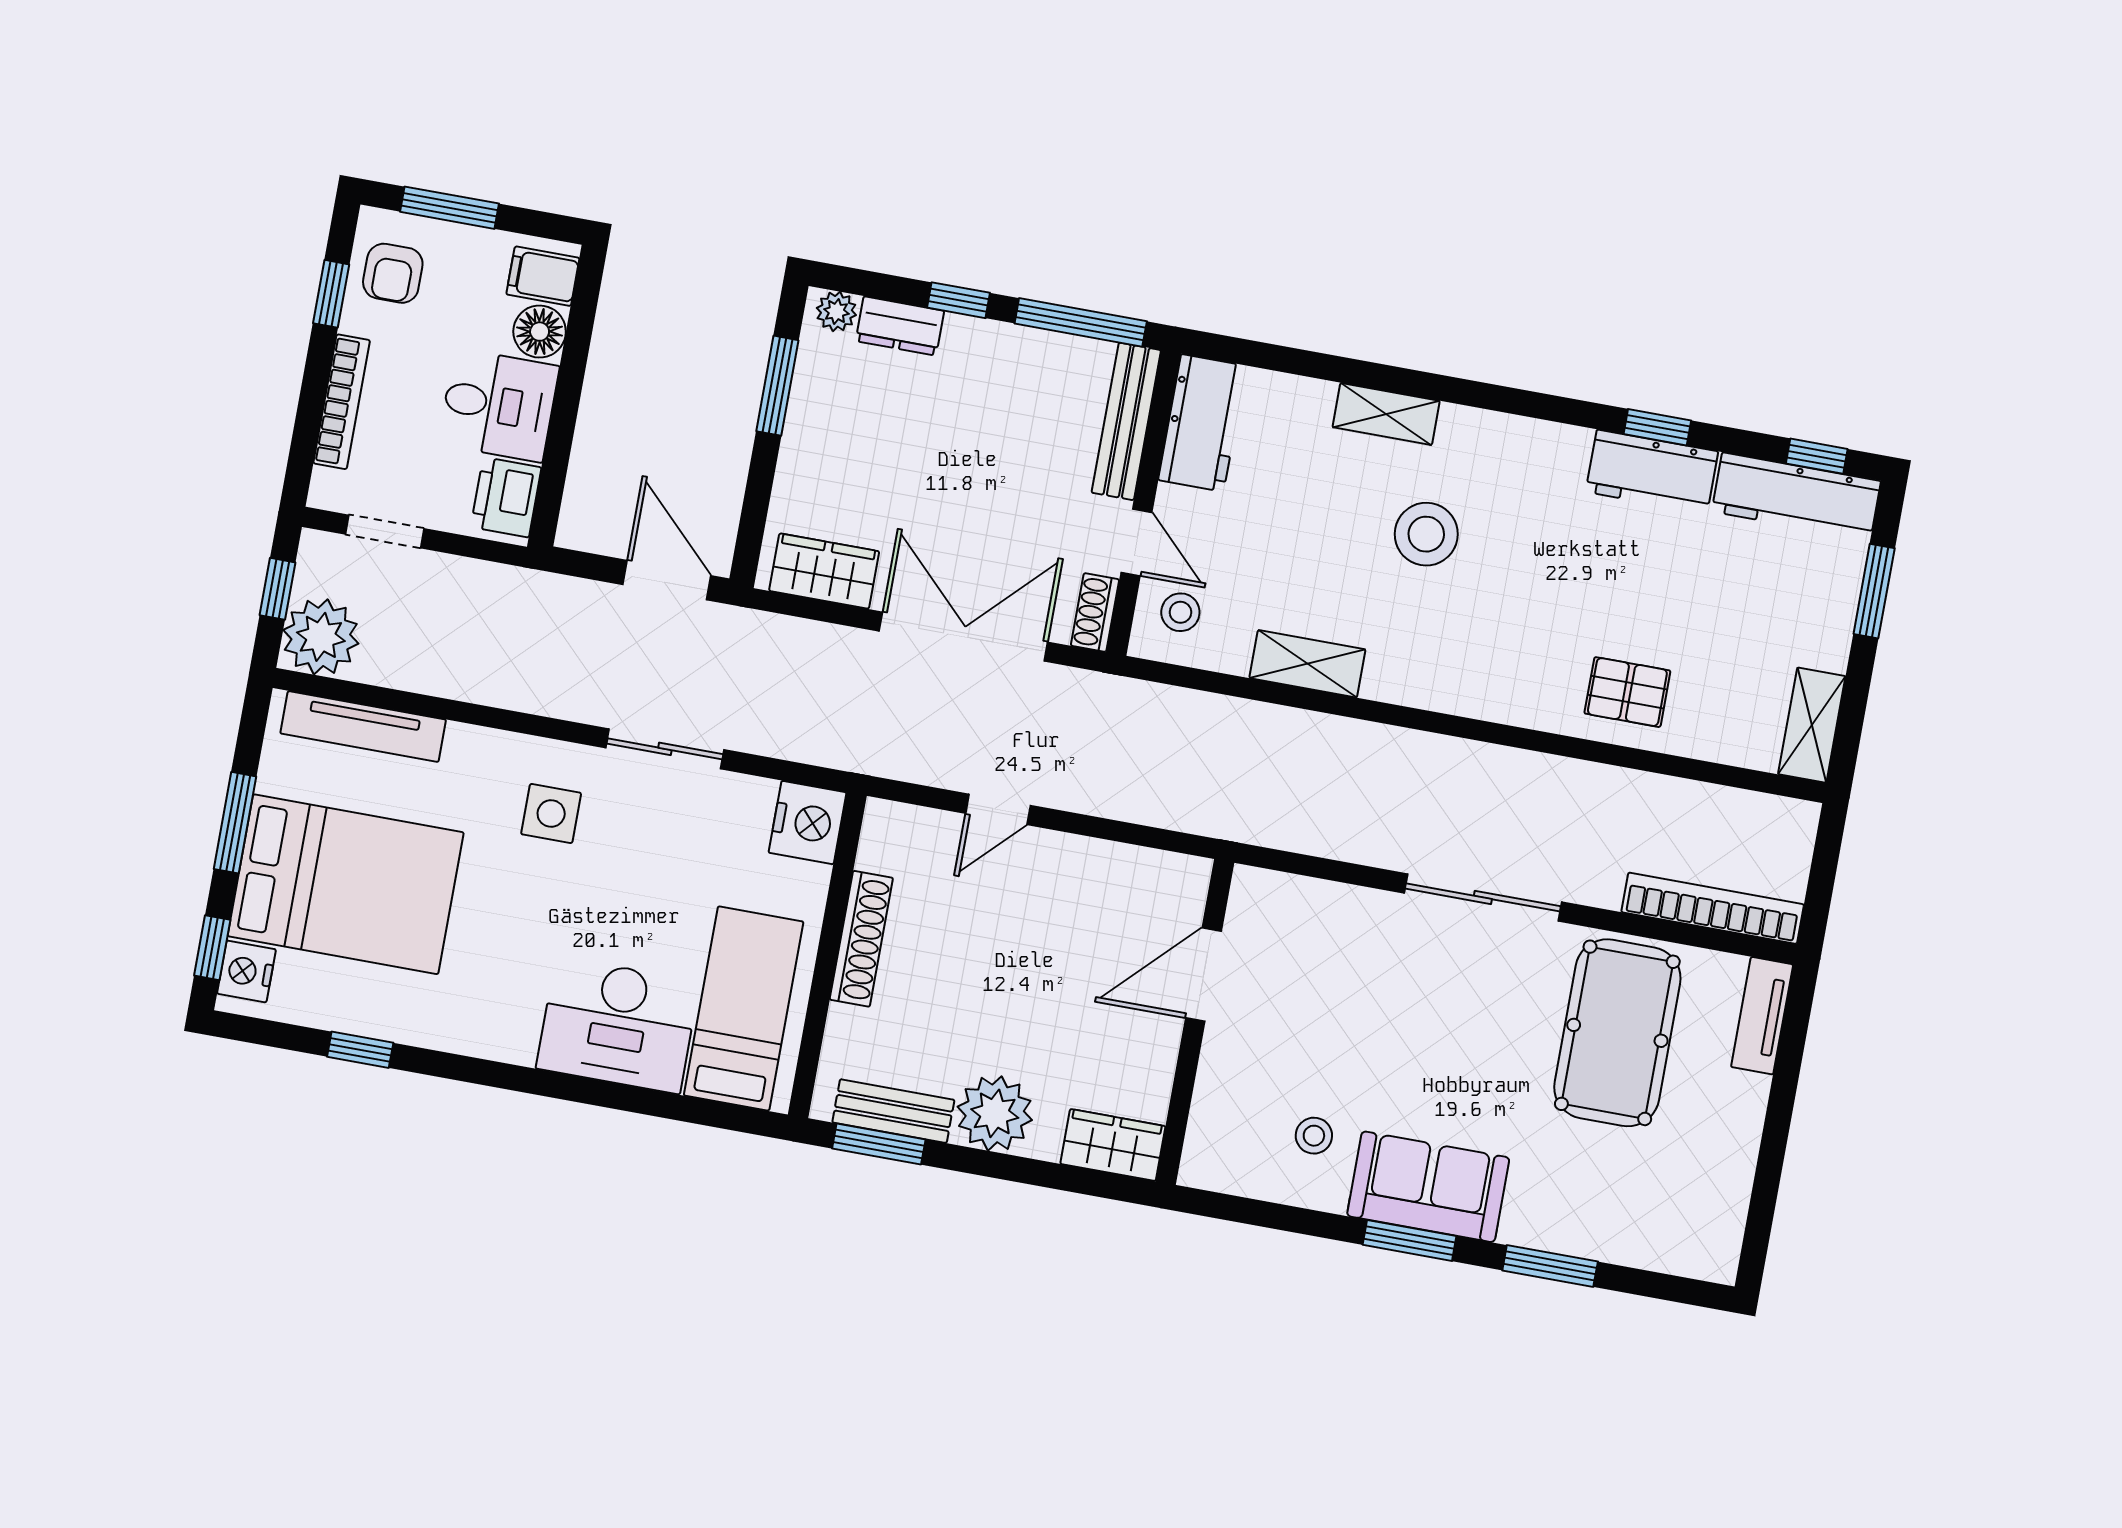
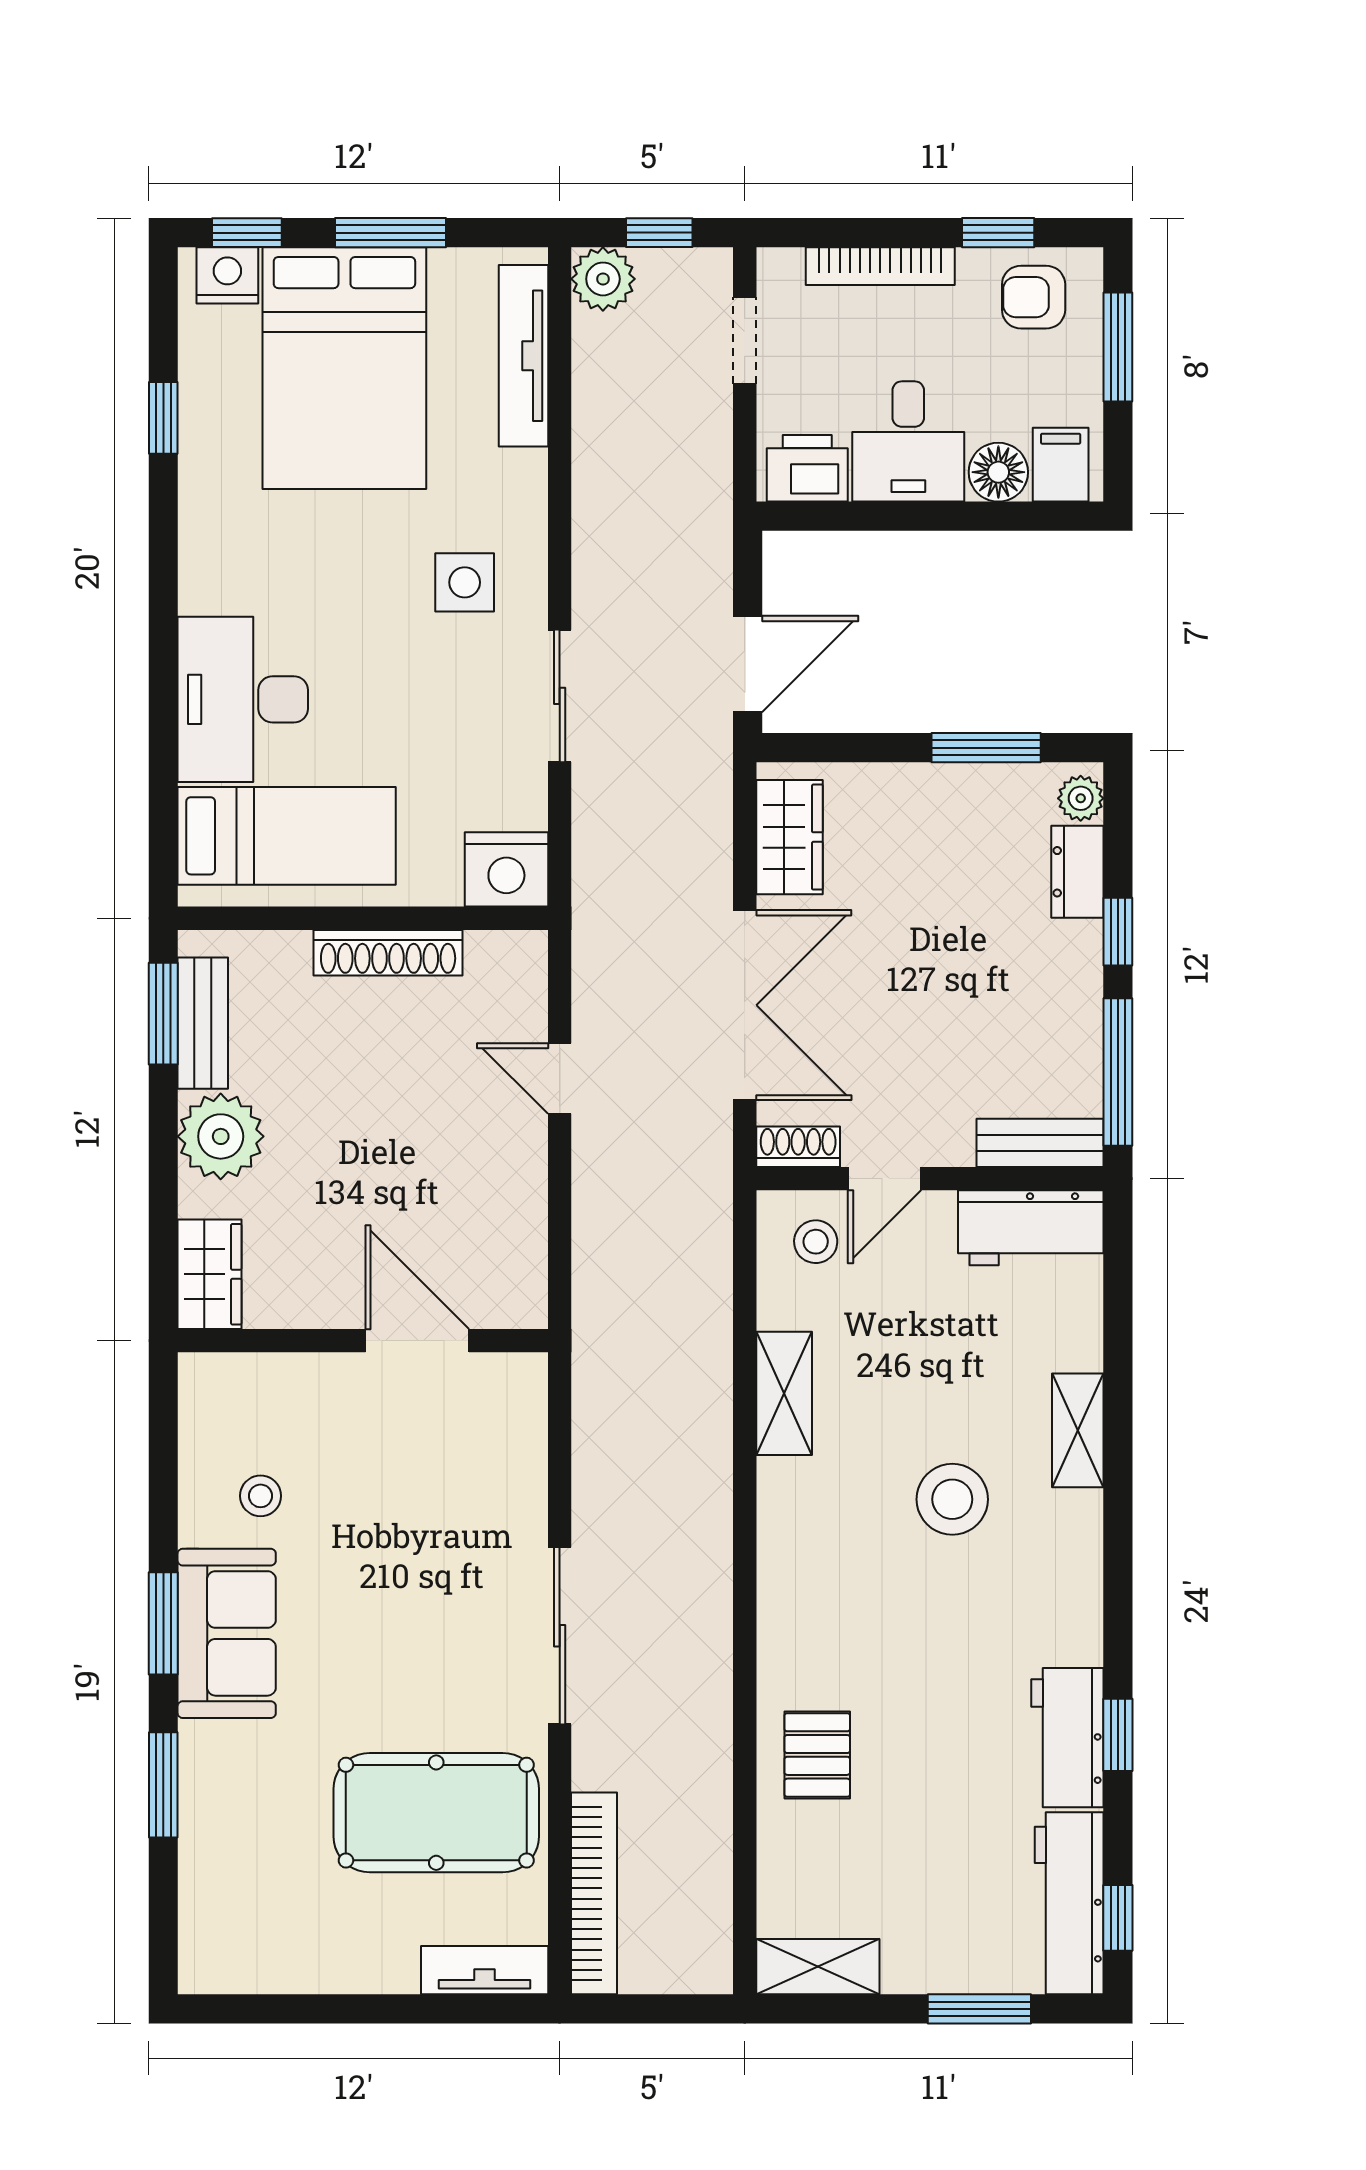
bench: (1126, 421) -> (1040, 1143), width x0.73
plant: (321, 637) -> (603, 279), width x0.73, depth x0.73

